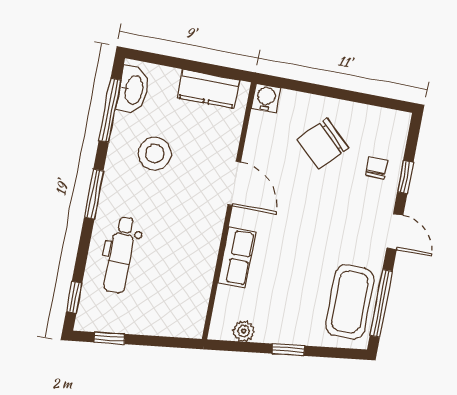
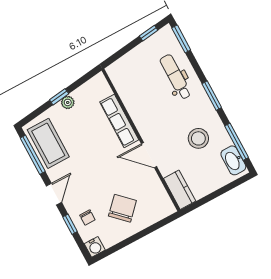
kitchen counter: (208, 89) -> (180, 190), moved, turned 90
water cooler: (266, 98) -> (95, 247), moved
door: (395, 232) -> (54, 194), swing flipped
row of seats: (237, 257) -> (119, 121), width x1.48
window: (74, 297) -> (181, 39), width x1.50
plant: (244, 331) -> (68, 102), moved

